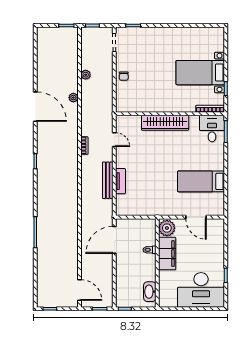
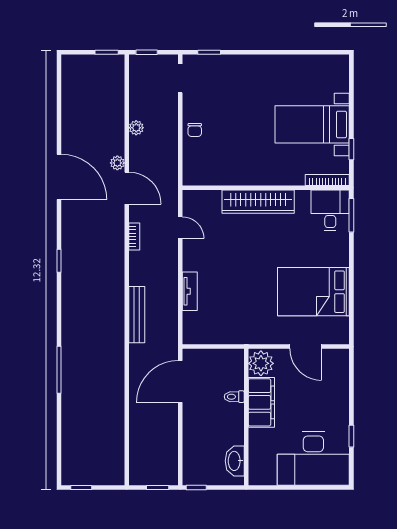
bench: (108, 180) -> (137, 315), moved
bed: (201, 181) -> (313, 292), width x1.50
door: (79, 290) -> (127, 188), moved

